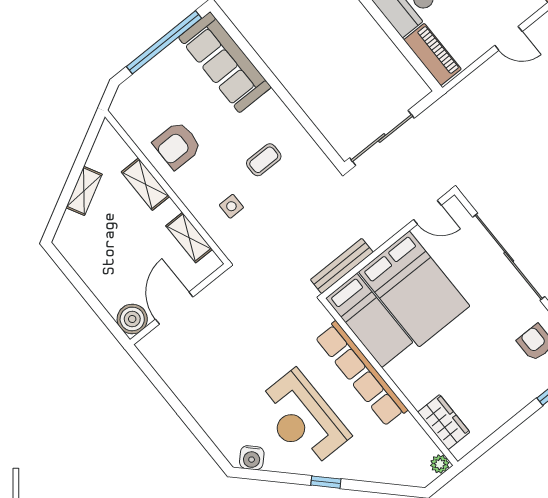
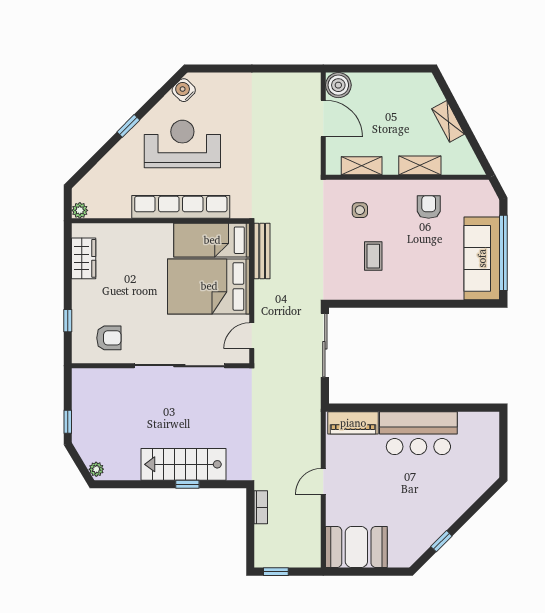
sofa: (225, 62) -> (482, 258), moved, turned -90
armchair: (177, 145) -> (429, 207), width x0.72, depth x0.72
wardrobe: (444, 422) -> (84, 258), moved, turned -90

